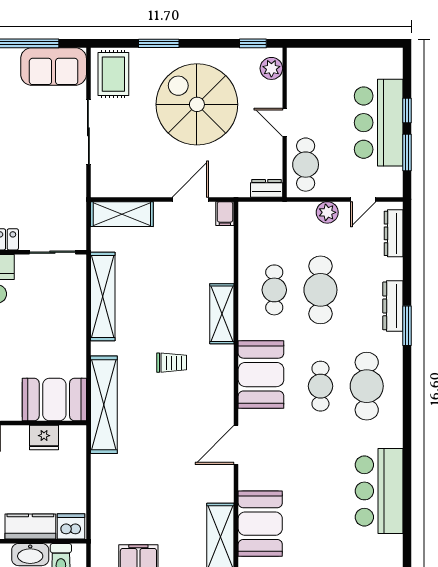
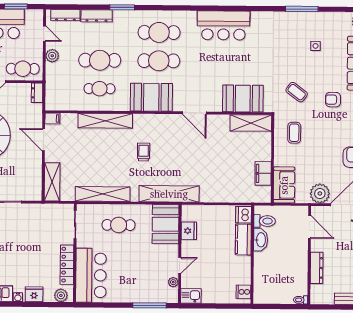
dresser: (393, 306) -> (97, 16), moved
shelving: (222, 314) -> (105, 121), width x1.47
cafe table: (52, 323) -> (119, 225), added
cafe table: (320, 386) -> (159, 61), width x1.37, depth x1.35

